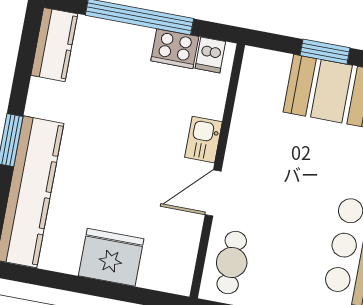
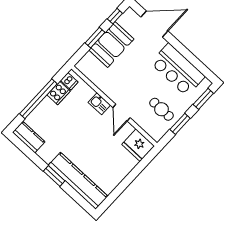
fridge: (111, 257) -> (138, 145), moved, turned -90
cafe table: (232, 262) -> (161, 109), moved

